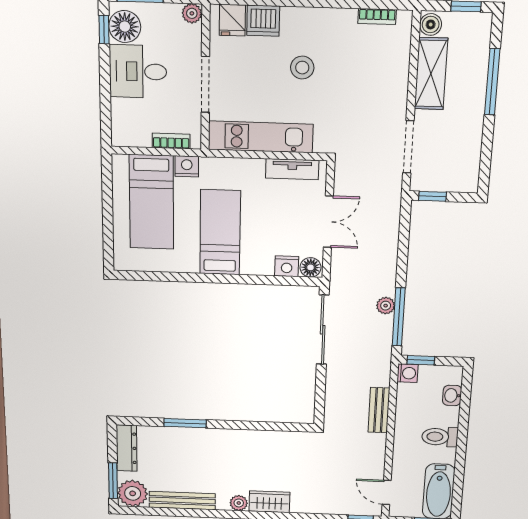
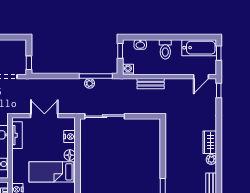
floor lamp: (310, 267) -> (70, 155), moved
window: (421, 360) -> (120, 51), moved

